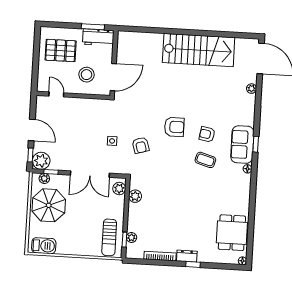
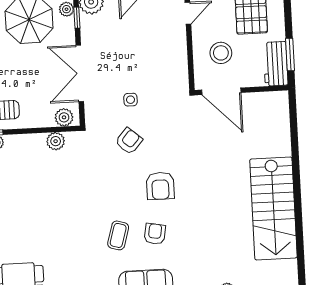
armchair: (141, 145) -> (129, 141), turned 148

